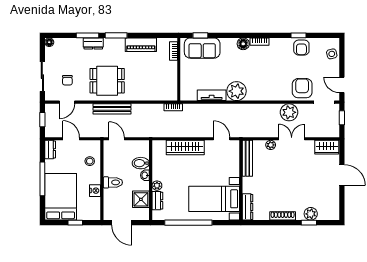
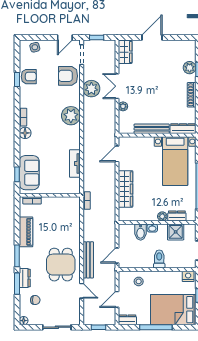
chair: (67, 80) -> (35, 300), moved
plant: (237, 91) -> (71, 116), moved
door: (67, 102) -> (82, 291), moved
bench: (247, 158) -> (152, 129), moved
nightstand: (95, 191) -> (188, 276), moved

